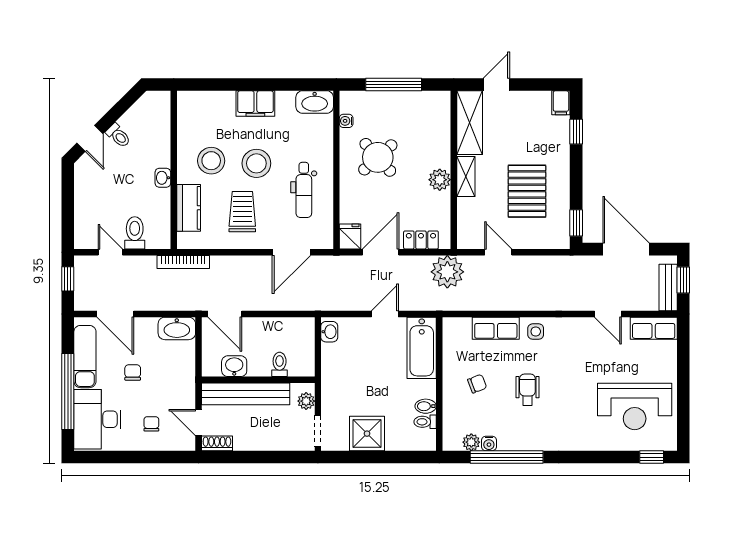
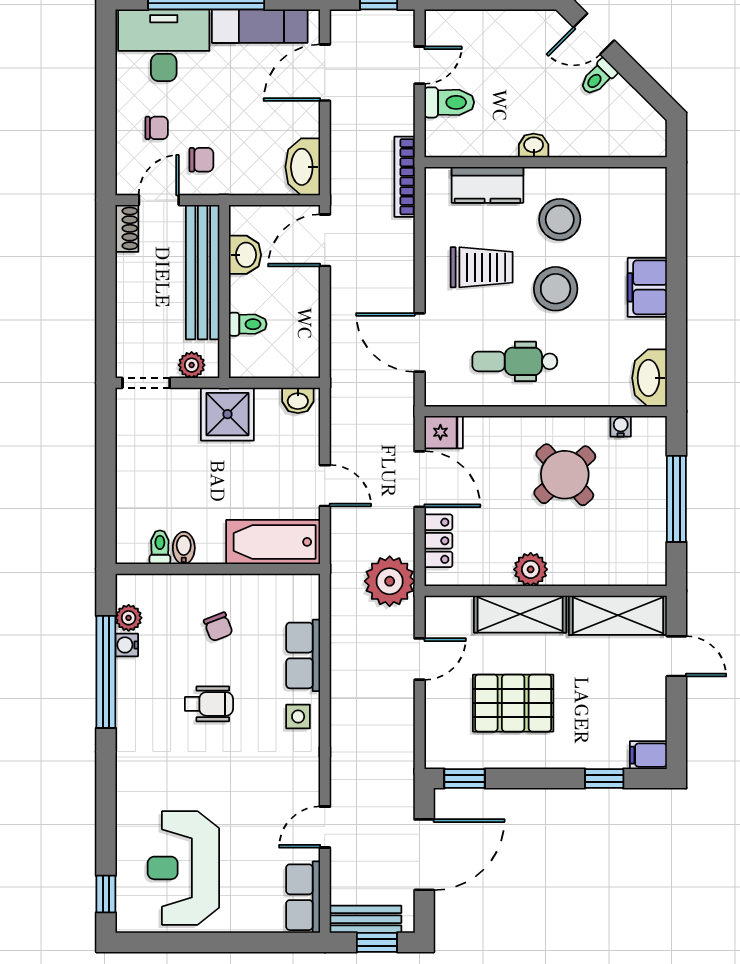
shelving: (466, 176) -> (520, 614), width x1.50, depth x1.33
chair: (133, 372) -> (201, 160), moved
shower: (367, 434) -> (227, 414), moved

